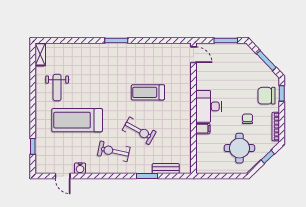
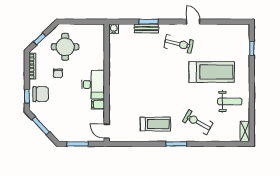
weight bench: (57, 88) -> (230, 101), turned 90
treadmill: (148, 92) -> (155, 124), moved
filing cabinet: (203, 129) -> (98, 104), moved
exercise bike: (139, 131) -> (198, 122), moved
water cooler: (80, 168) -> (114, 29), moved
bench: (166, 168) -> (146, 28), moved
door: (63, 176) -> (193, 22), moved

